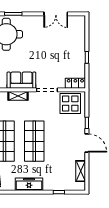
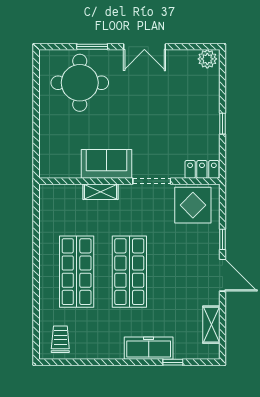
double door: (56, 14) -> (144, 47), moved
plant: (78, 21) -> (207, 59), added
freezer: (29, 184) -> (149, 348), moved

